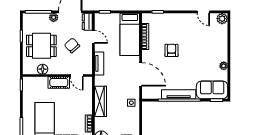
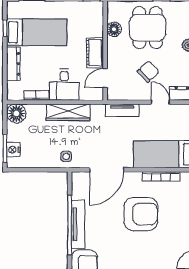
door: (93, 37) -> (160, 102), swing flipped
armchair: (172, 50) -> (141, 214), width x1.88, depth x1.88
desk: (81, 104) -> (64, 85), added

